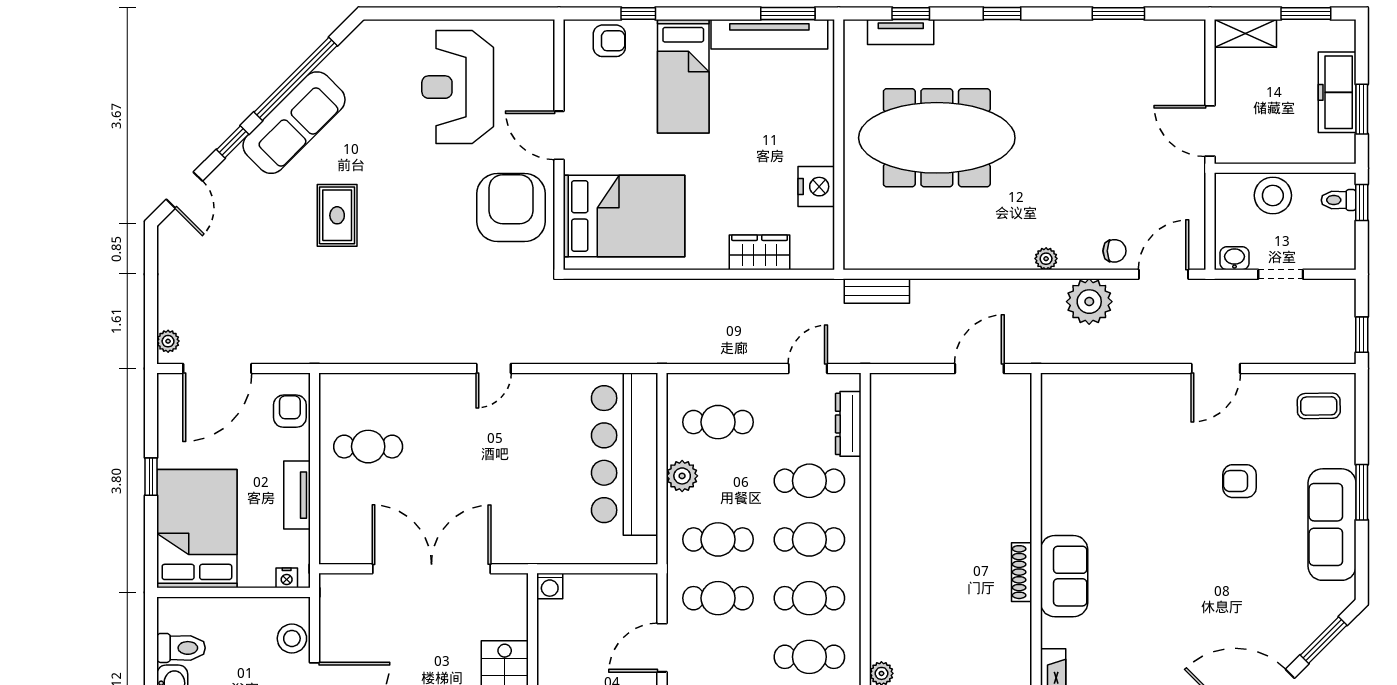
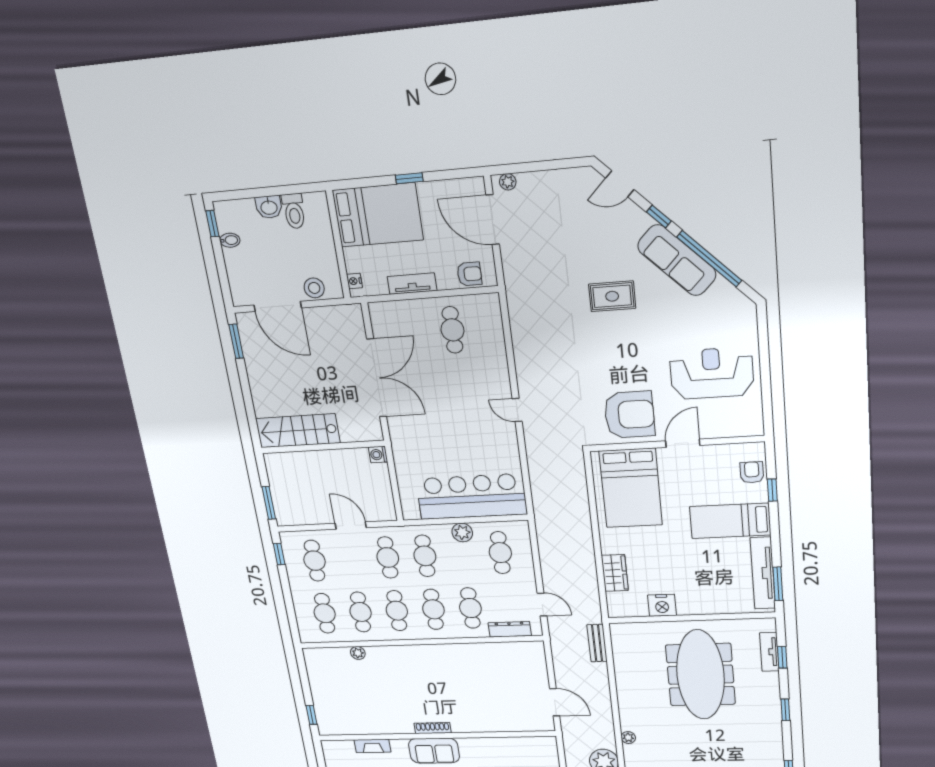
armchair: (609, 41) -> (752, 472), turned 180

